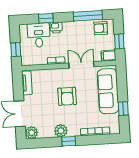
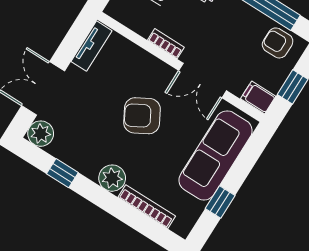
double door: (81, 65) -> (203, 81), swing flipped
armchair: (67, 96) -> (142, 116), turned 61
plant: (61, 131) -> (112, 178), moved
window: (69, 141) -> (62, 173), moved

